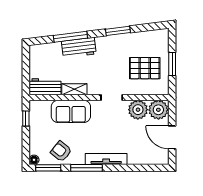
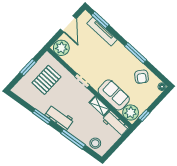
workbench: (79, 48) -> (59, 117), moved
stool: (47, 52) -> (95, 143), added
pallet: (145, 68) -> (46, 80), turned 90
plant: (138, 110) -> (131, 112), moved
tv unit: (106, 159) -> (102, 31), moved
window: (48, 168) -> (100, 20), moved

